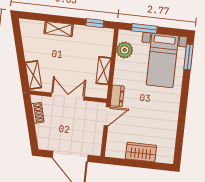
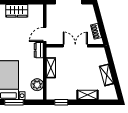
window: (144, 29) -> (14, 102), moved
shelving: (33, 75) -> (107, 75), moved
double door: (68, 97) -> (75, 46), swing flipped

